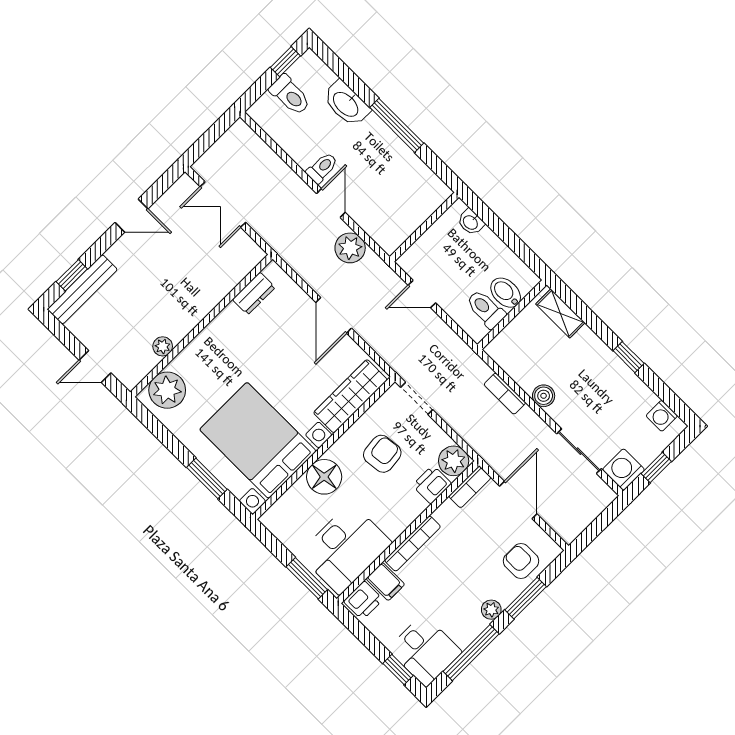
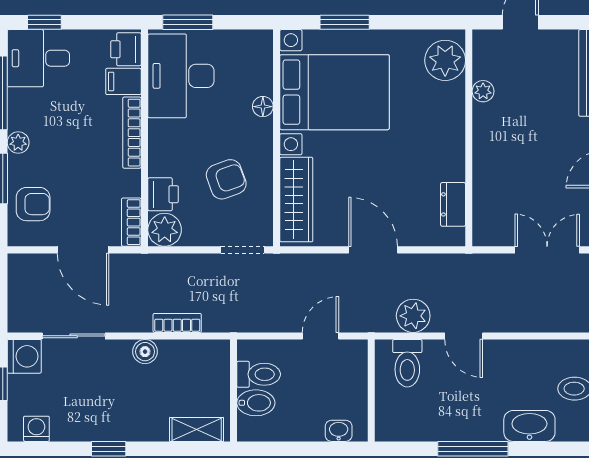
toilet: (322, 168) -> (407, 363), moved, width x1.37, depth x1.39
armchair: (382, 454) -> (226, 179), turned -103
floor lamp: (324, 477) -> (263, 107), width x0.53, depth x0.53

